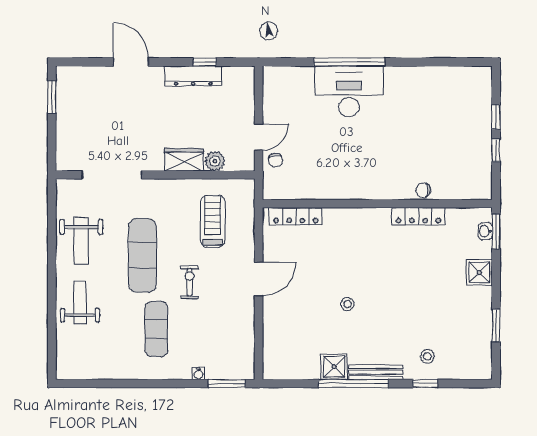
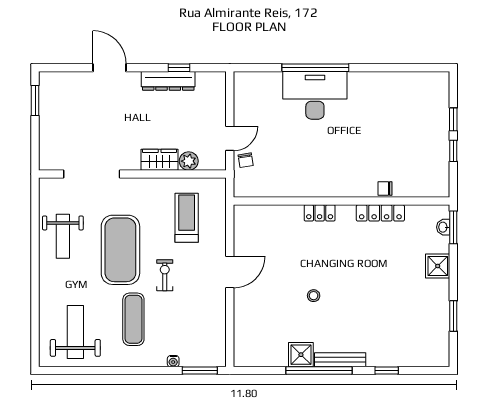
locker: (296, 216) -> (320, 213), moved, width x0.66
exercise mat: (142, 255) -> (120, 250), width x1.47
weight bench: (80, 302) -> (75, 332), moved, width x1.36, depth x1.33
stool: (427, 356) -> (389, 345), removed

